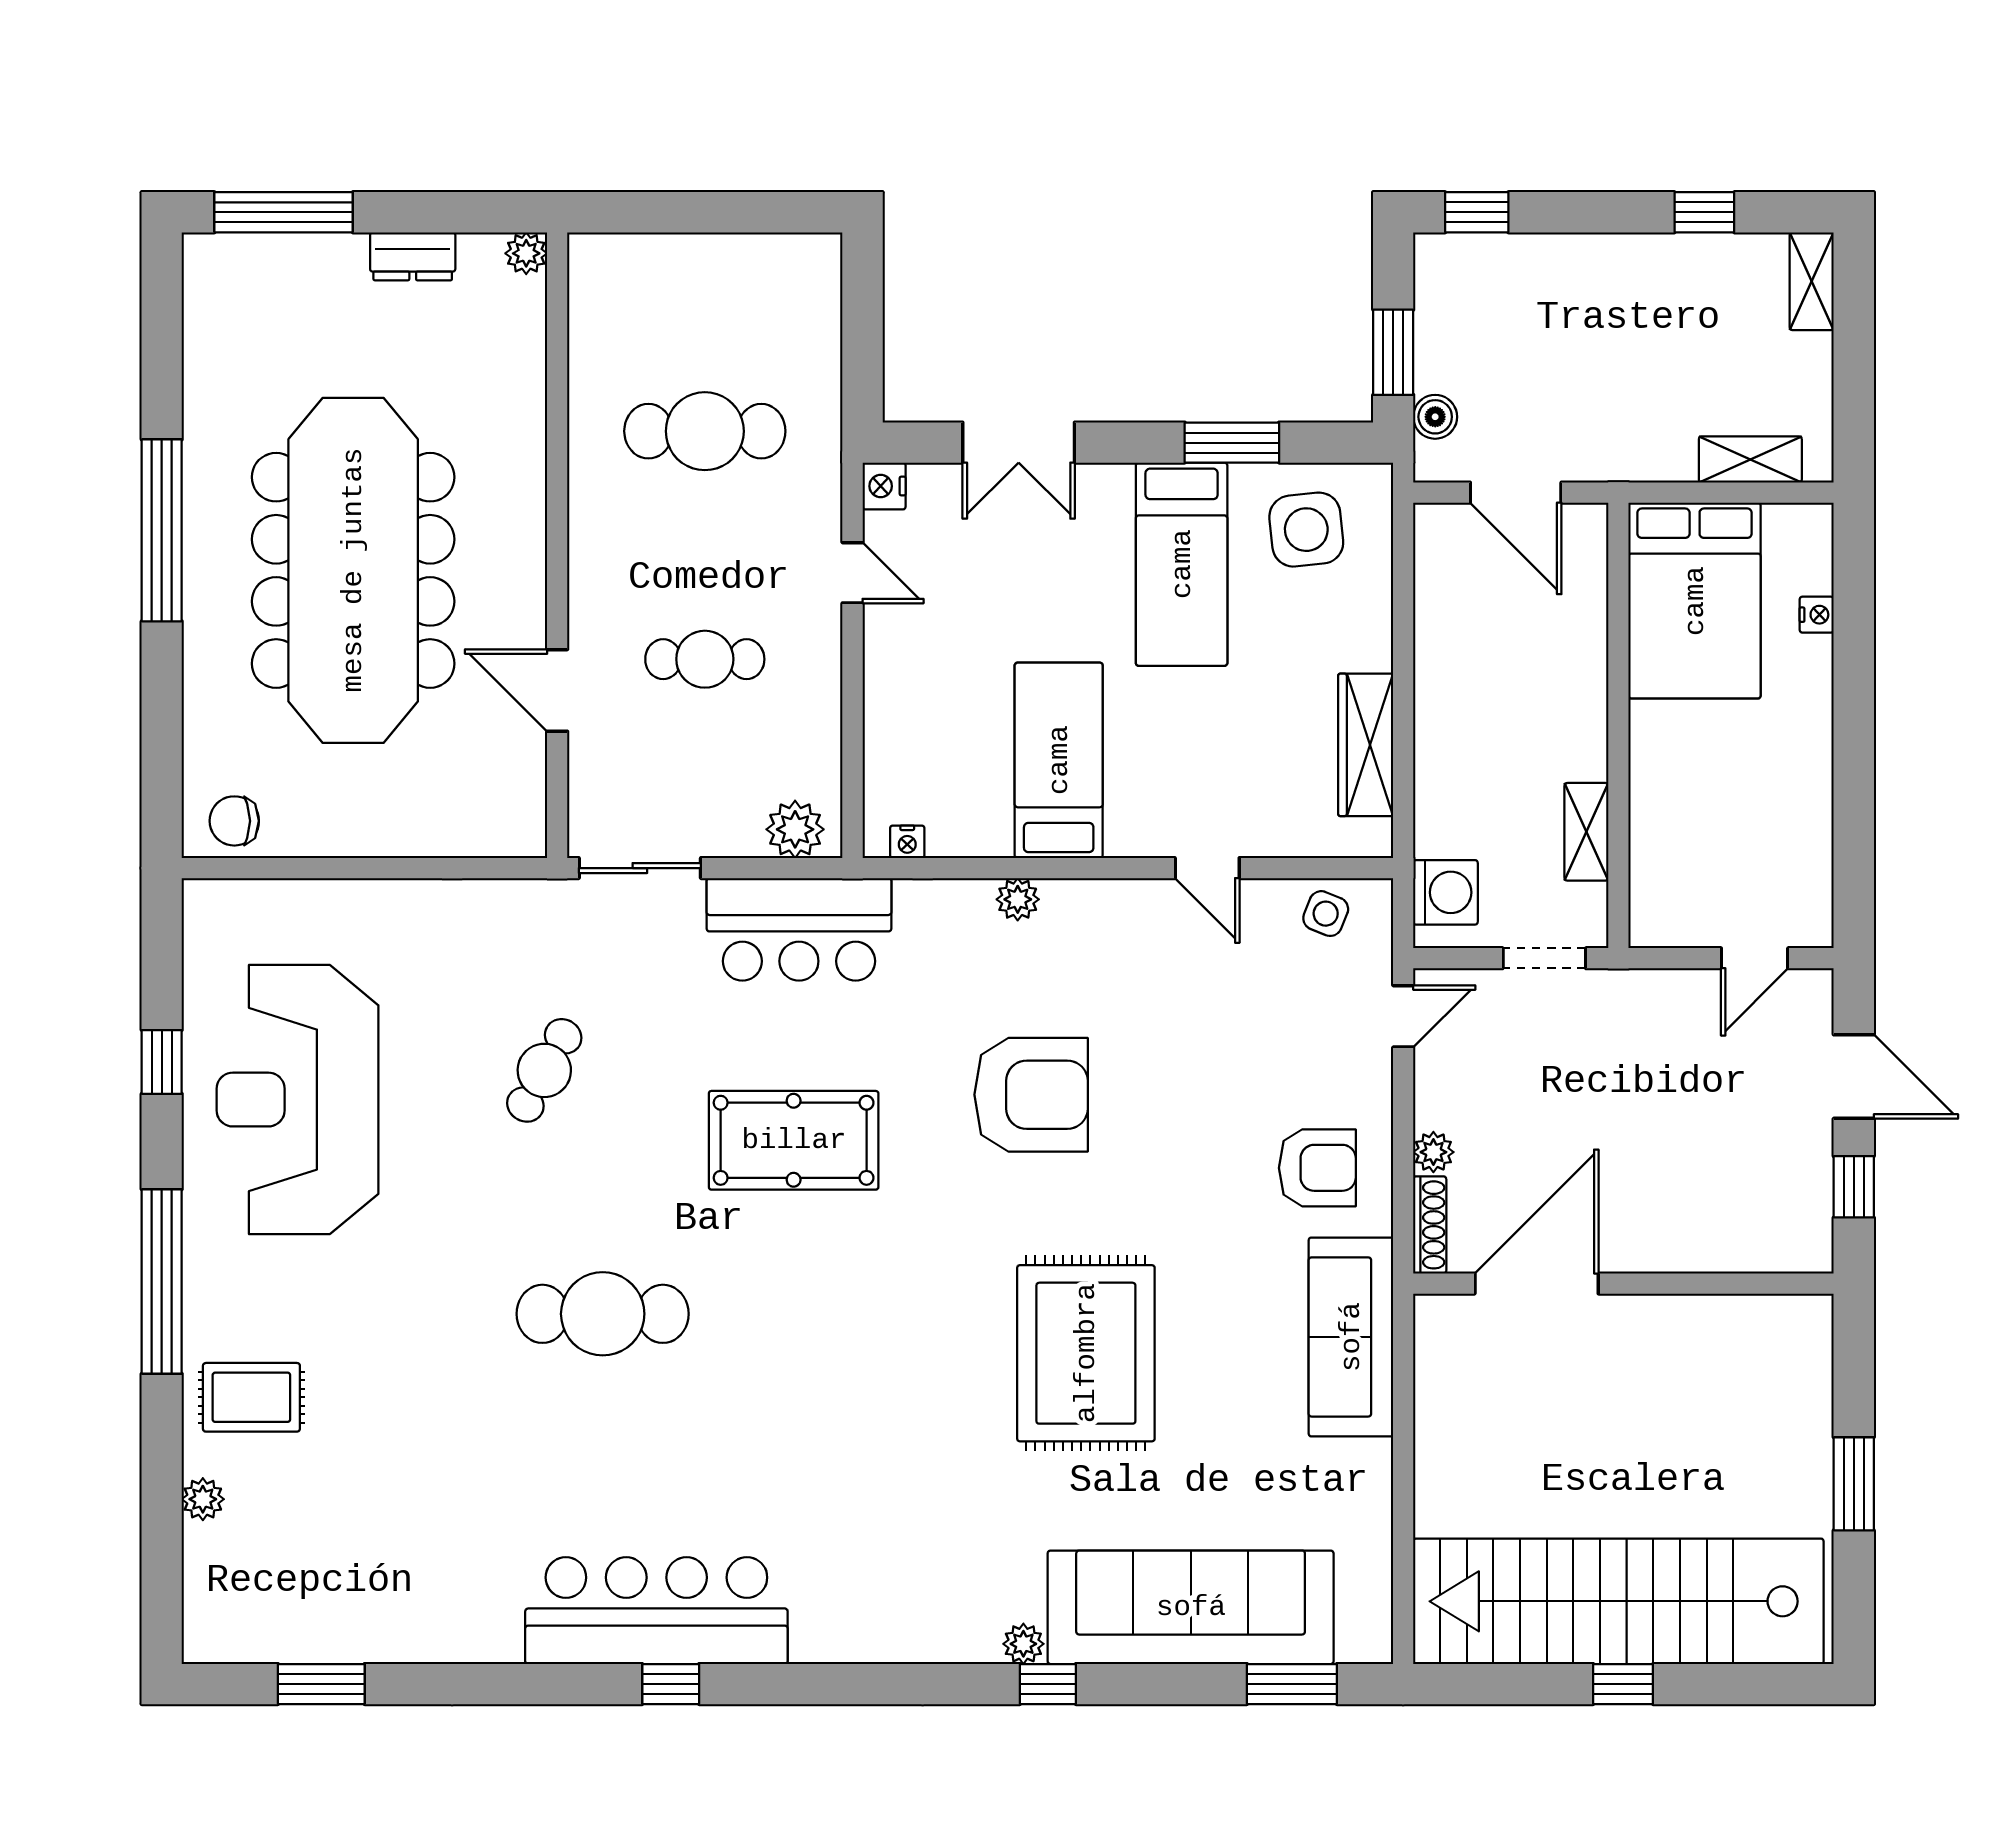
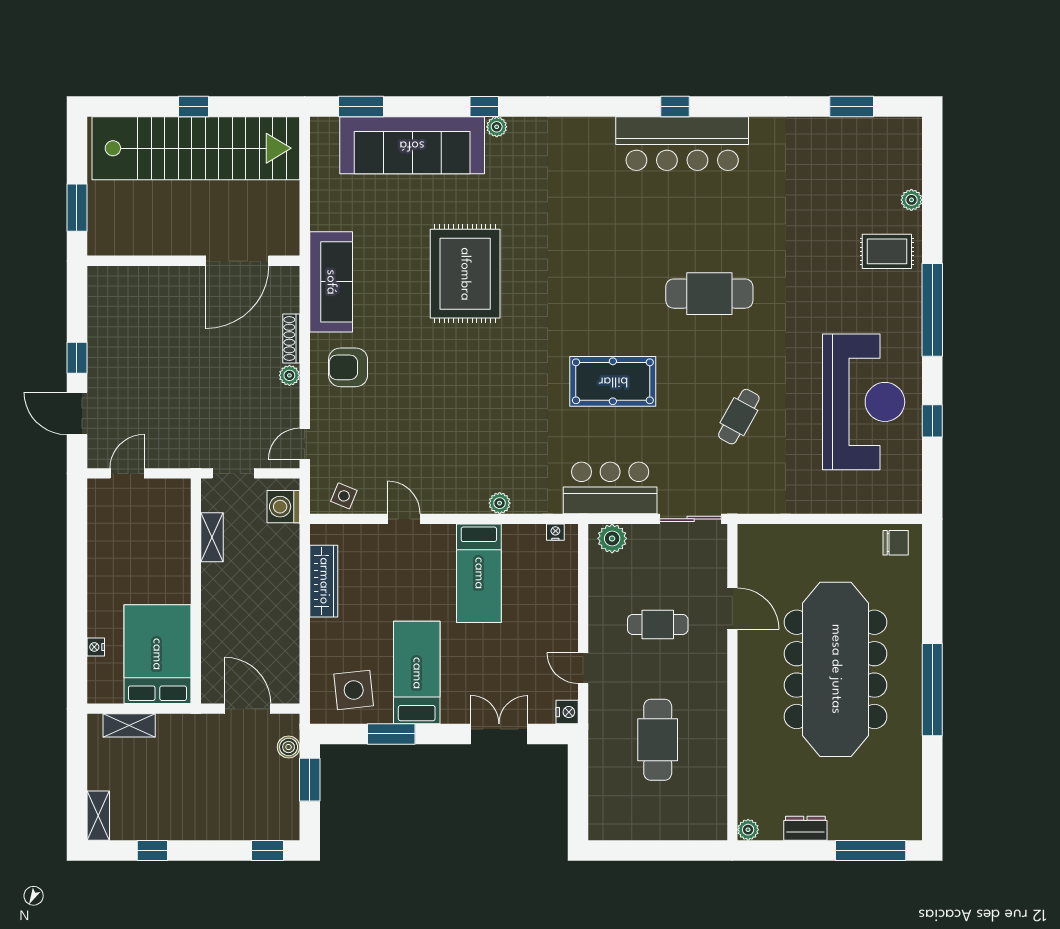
cafe table: (705, 431) -> (658, 740), turned 90
armchair: (1031, 1095) -> (493, 404), removed
door: (1537, 1284) -> (237, 261), moved
wall: (1623, 1284) -> (193, 261), moved

